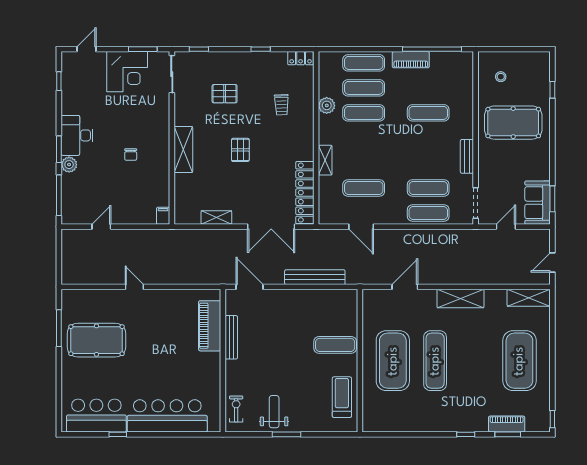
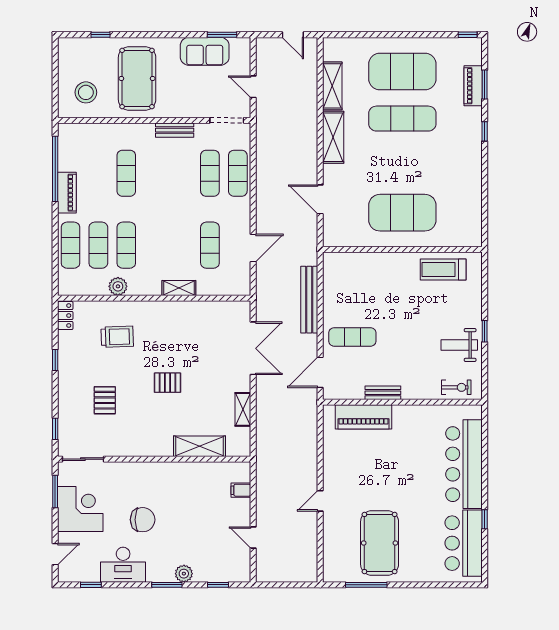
door: (86, 49) -> (55, 554), swing flipped
stool: (501, 77) -> (86, 92), width x1.89, depth x1.89
trolley: (282, 105) -> (117, 337), width x1.36, depth x1.39
desk: (77, 135) -> (123, 565), moved
shelving: (183, 150) -> (200, 446), moved
chair: (131, 155) -> (143, 520), moved, width x1.87, depth x1.87
locker: (305, 193) -> (215, 311), removed
window: (59, 195) -> (218, 585), width x0.46
sofa: (538, 203) -> (205, 51), moved
filing cabinet: (163, 216) -> (241, 490), moved
shelving: (529, 298) -> (332, 86), moved
bench: (231, 337) -> (383, 393), width x0.73
exercise mat: (335, 345) -> (352, 337), moved, turned 90
exercise mat: (435, 361) -> (402, 119), moved
exercise bike: (236, 409) -> (456, 387), turned 180
window: (287, 434) -> (485, 331), width x0.67

